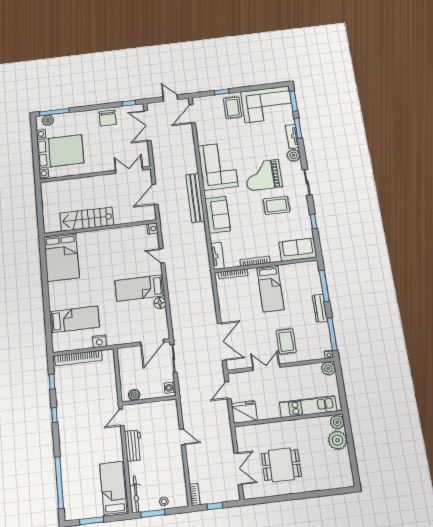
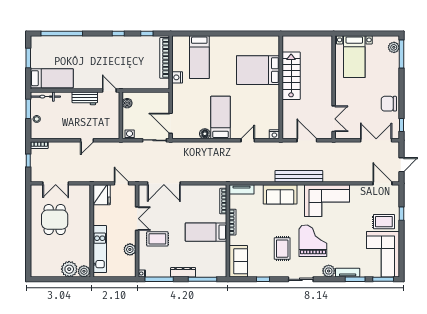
bed with nightstands: (60, 151) -> (354, 57), width x0.73
bed: (62, 257) -> (258, 70), moved
plant: (328, 368) -> (130, 249), moved

